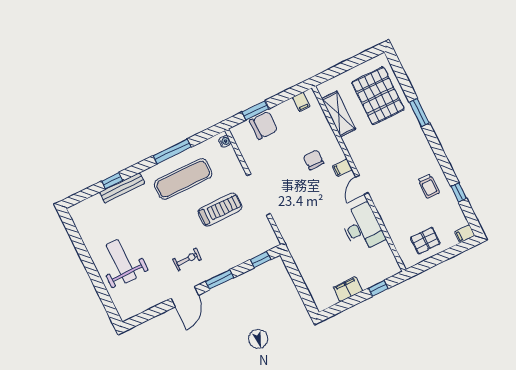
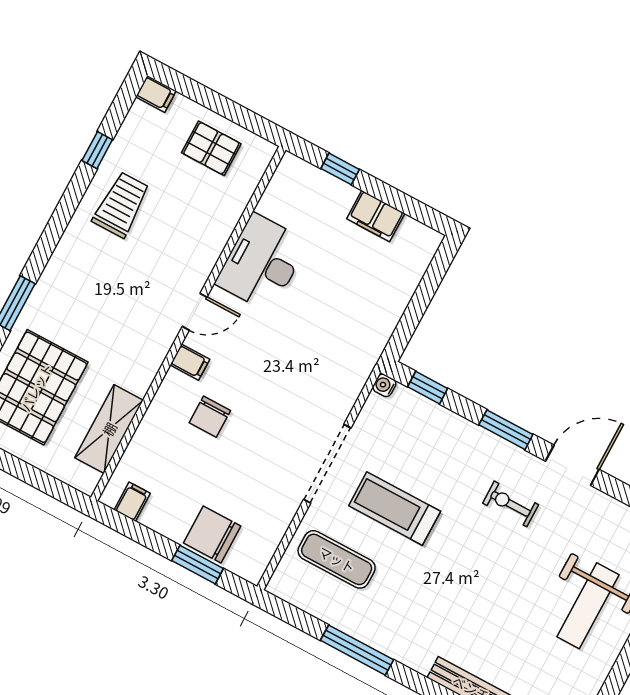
water cooler: (225, 141) -> (384, 385), moved
exercise mat: (183, 179) -> (337, 559), moved, width x0.73, depth x0.69
trolley: (429, 186) -> (121, 205), width x1.36, depth x1.39

